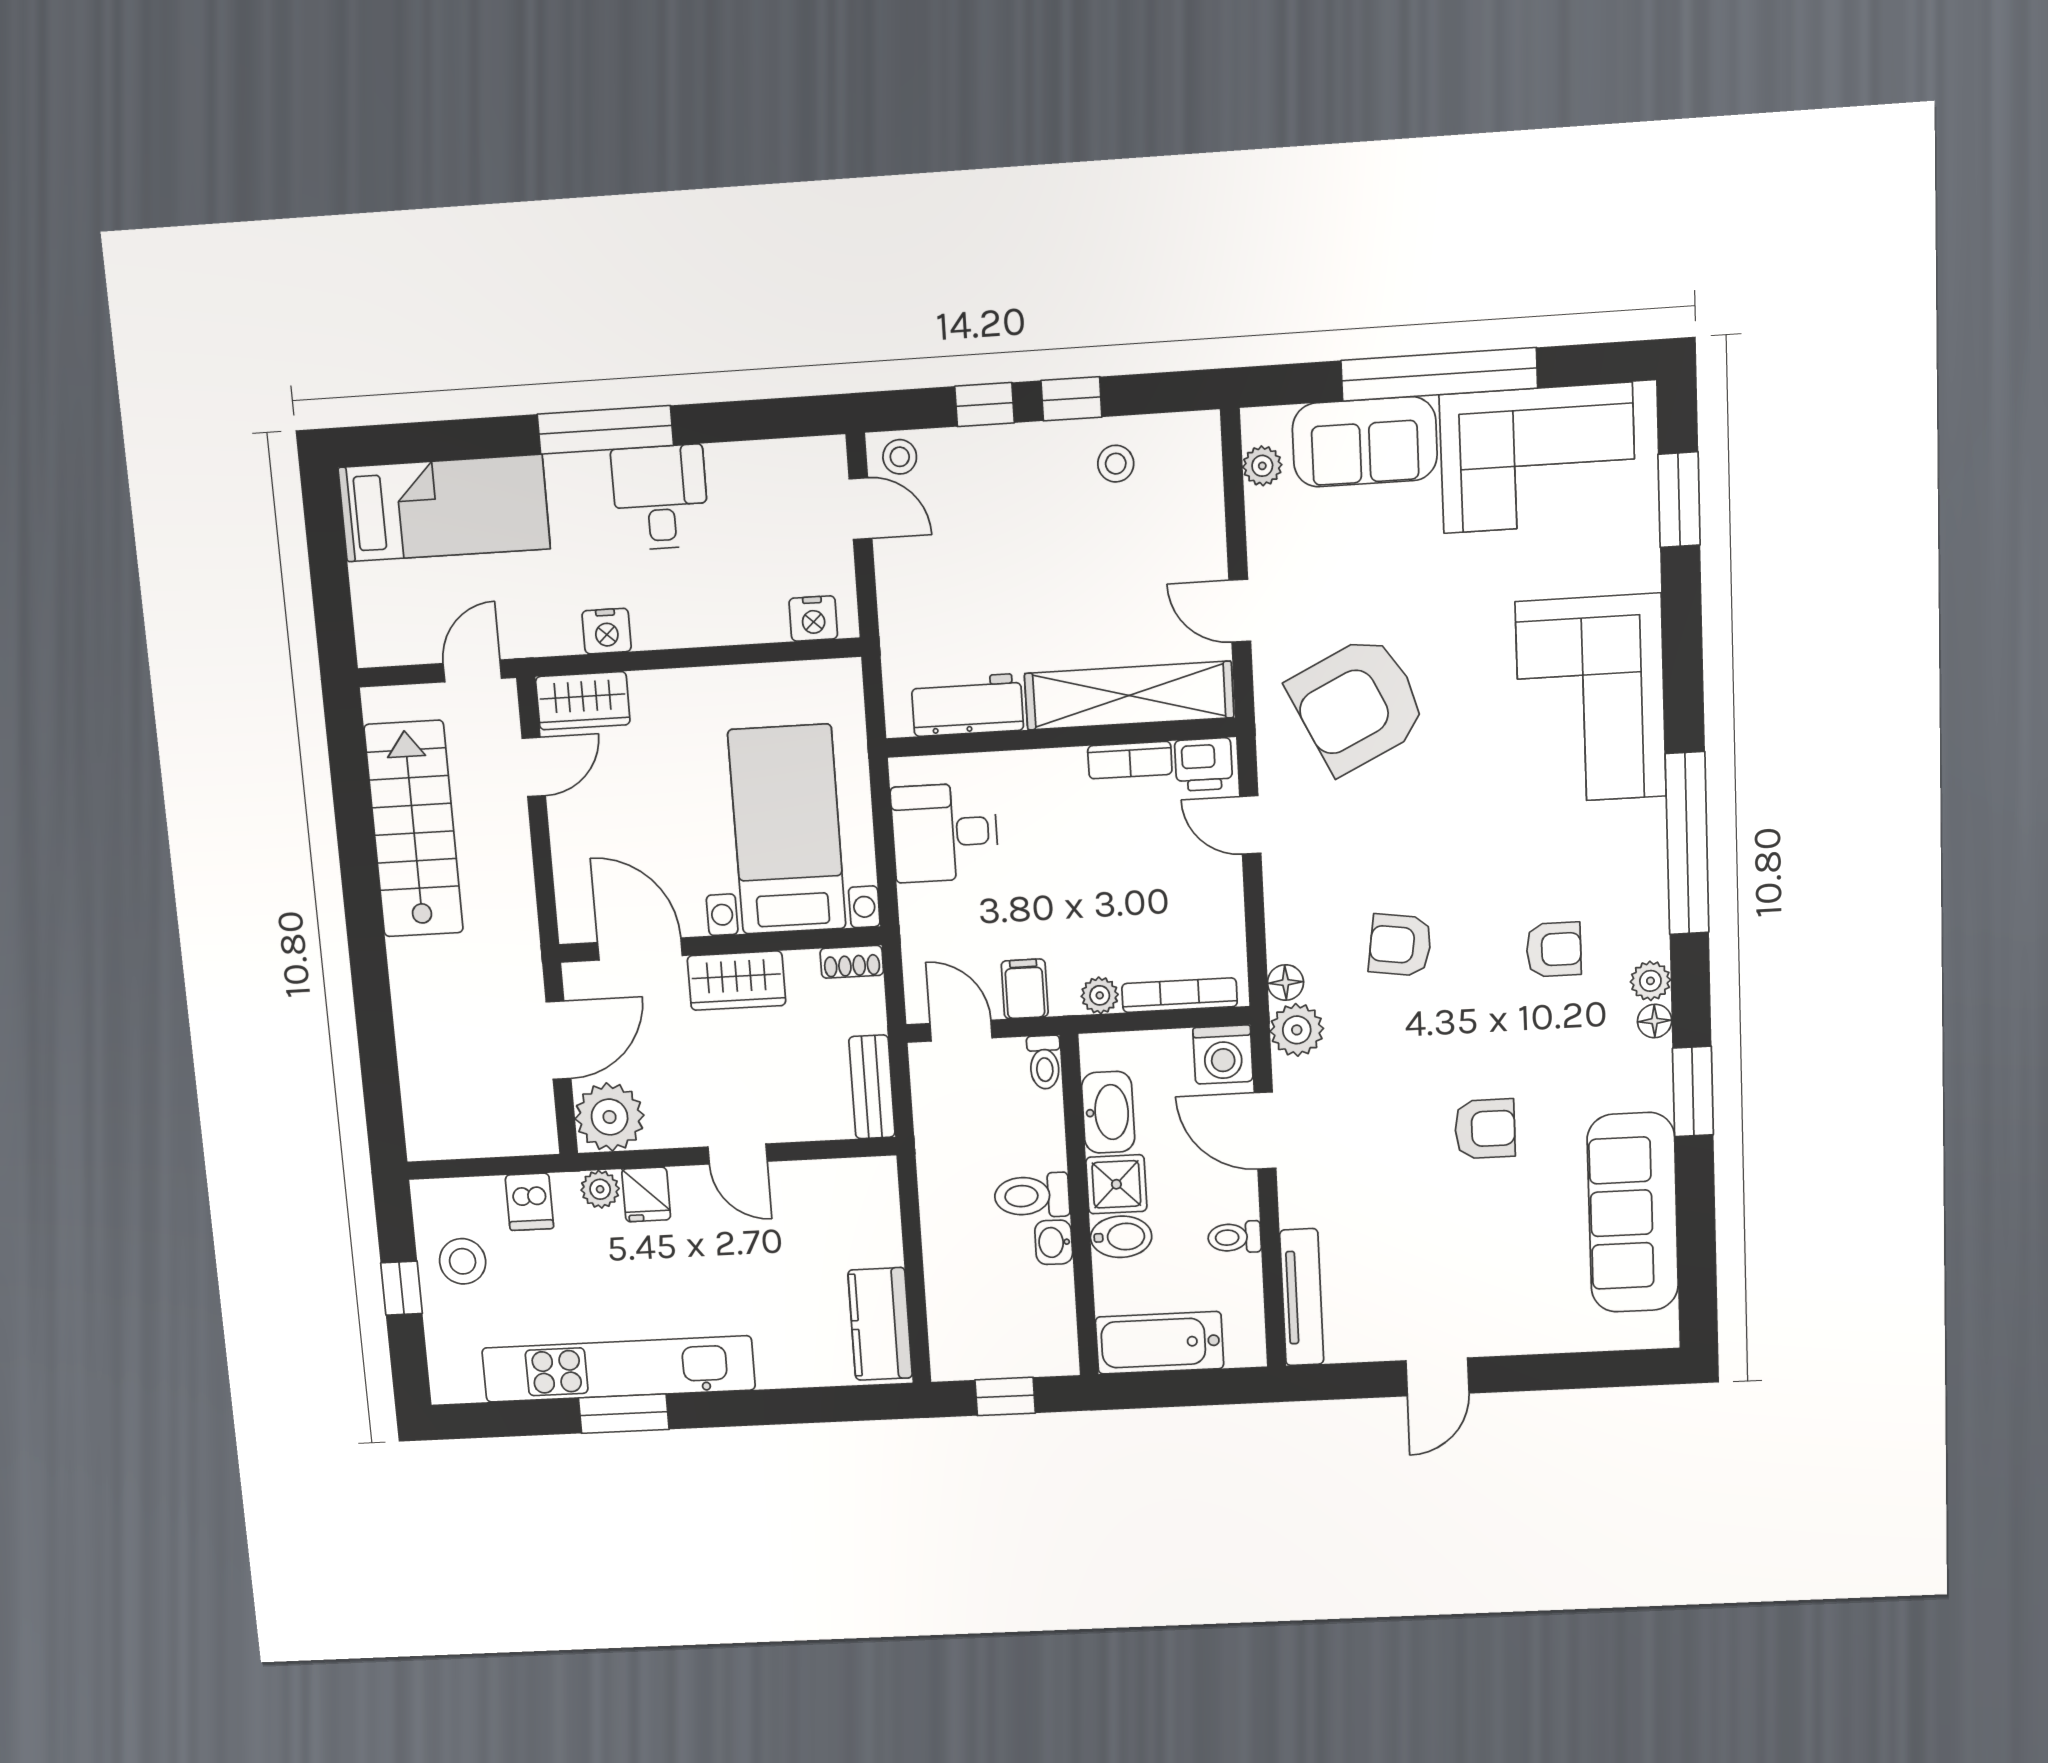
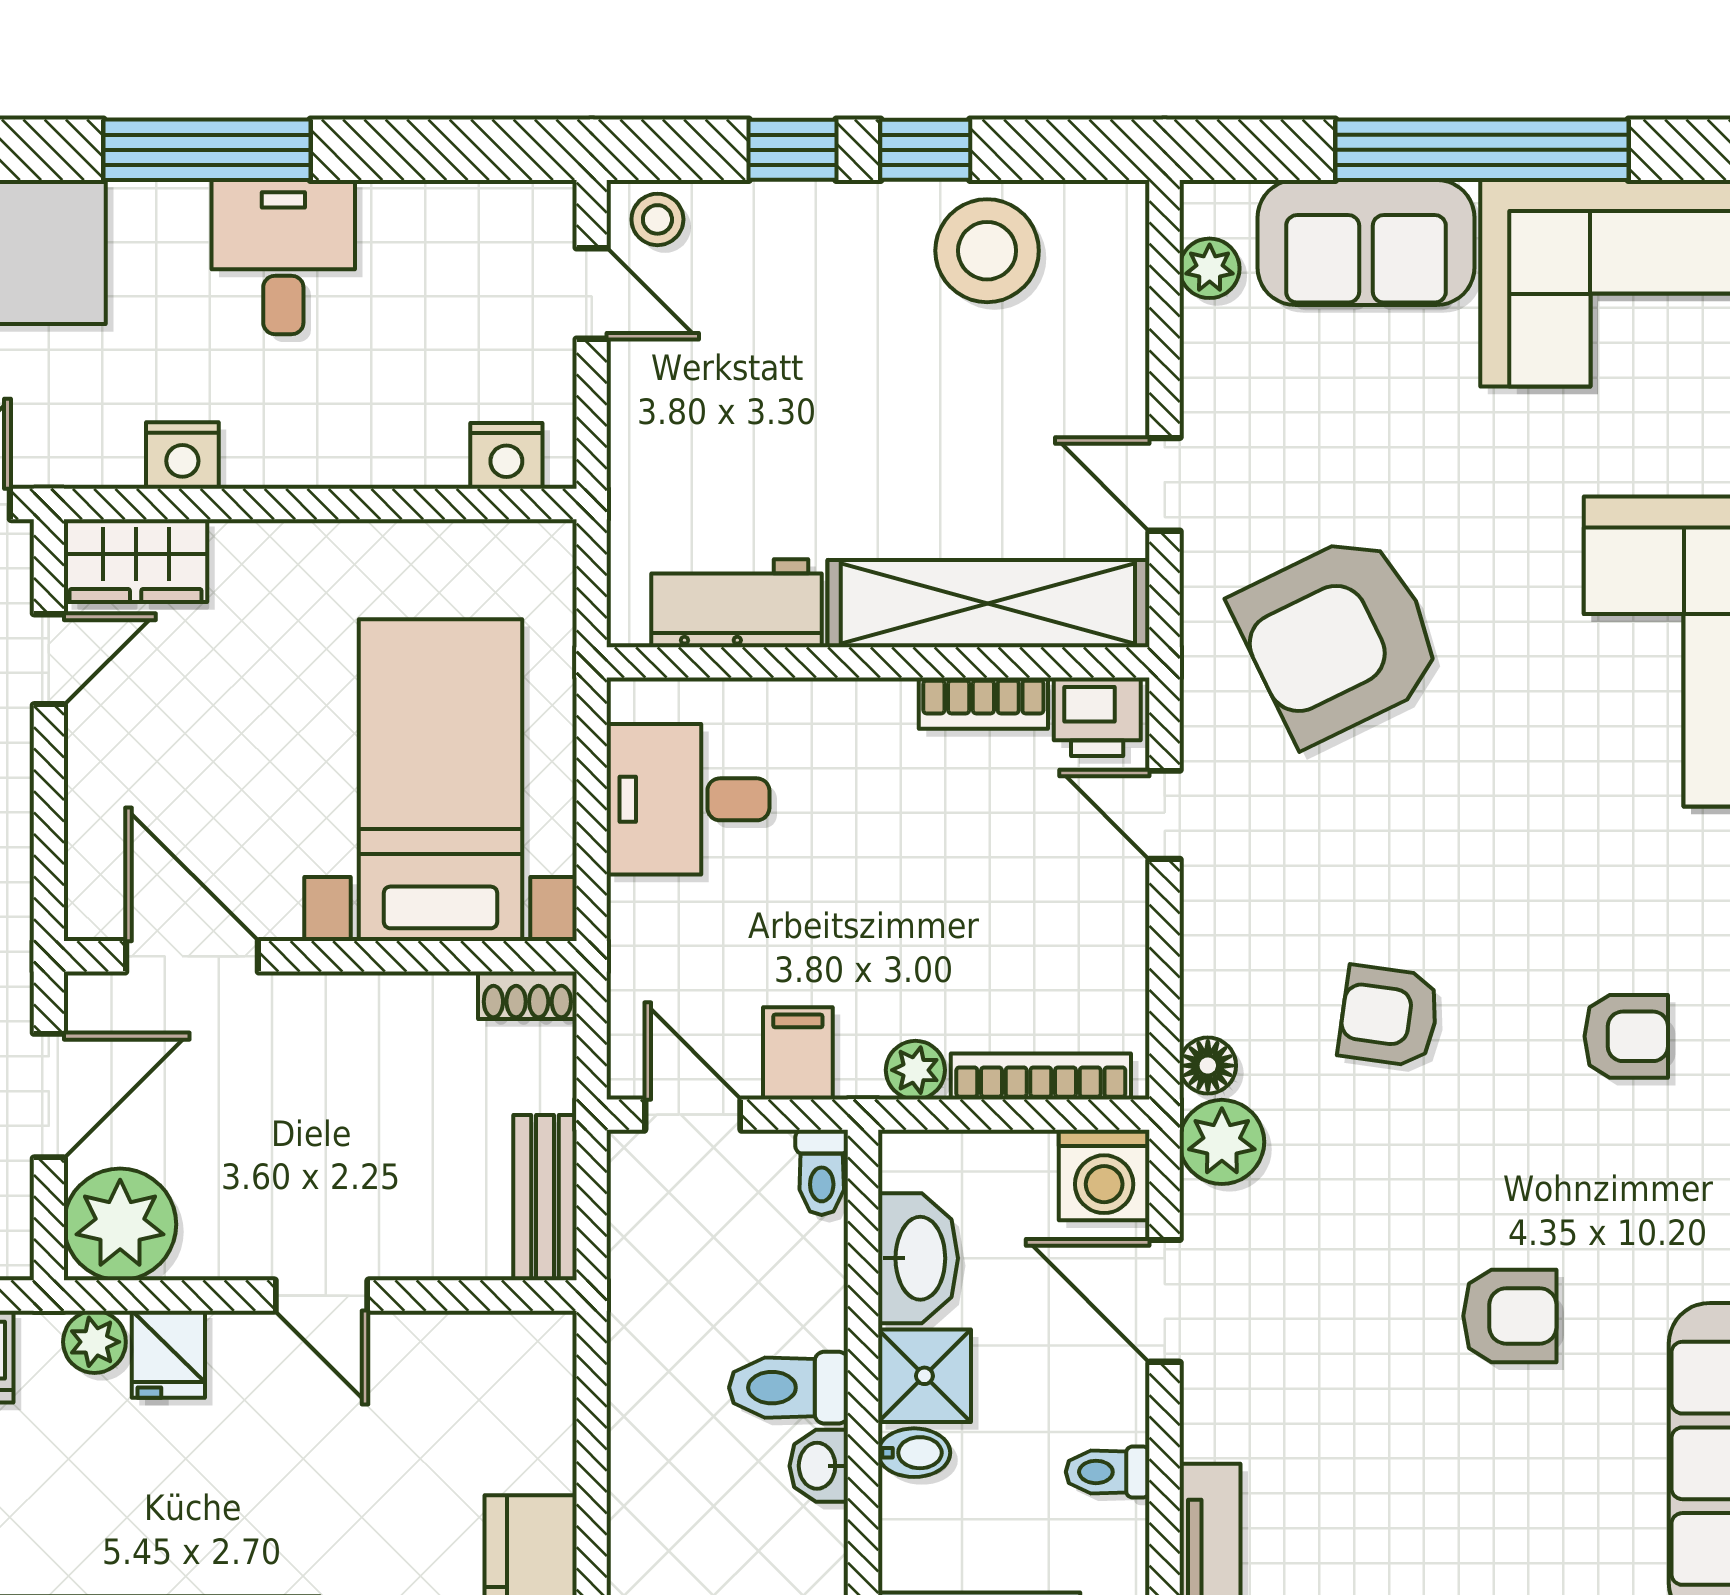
stool: (1116, 464) -> (987, 251), width x1.89, depth x1.89
wardrobe: (737, 981) -> (342, 1015), removed
bidet: (1121, 1237) -> (914, 1453), width x0.72, depth x0.74

